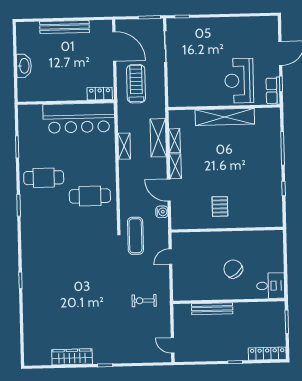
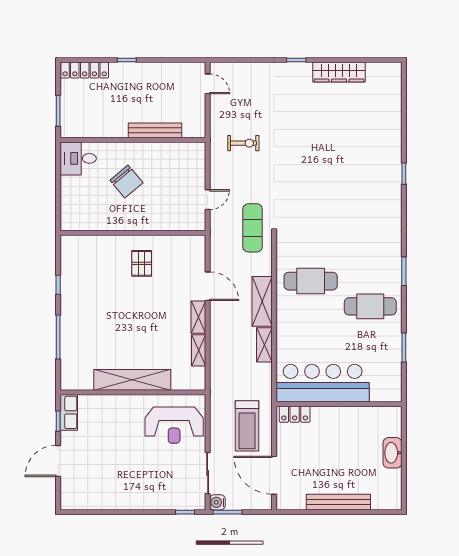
reception desk: (239, 81) -> (174, 425), moved, turned 90
shelving: (158, 138) -> (262, 301), moved
water cooler: (162, 212) -> (217, 502), moved

